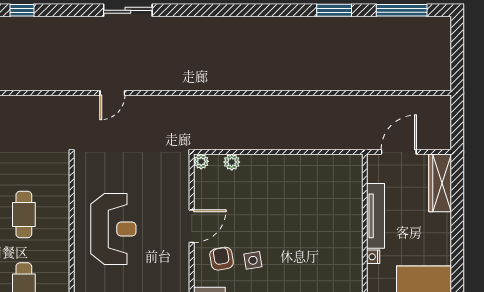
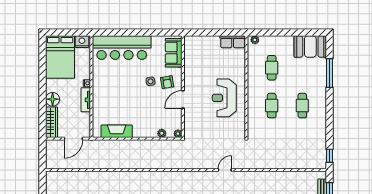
fireplace: (317, 166) -> (117, 131), added
tv unit: (376, 216) -> (86, 100), width x0.71
floor lamp: (438, 226) -> (53, 99), added

